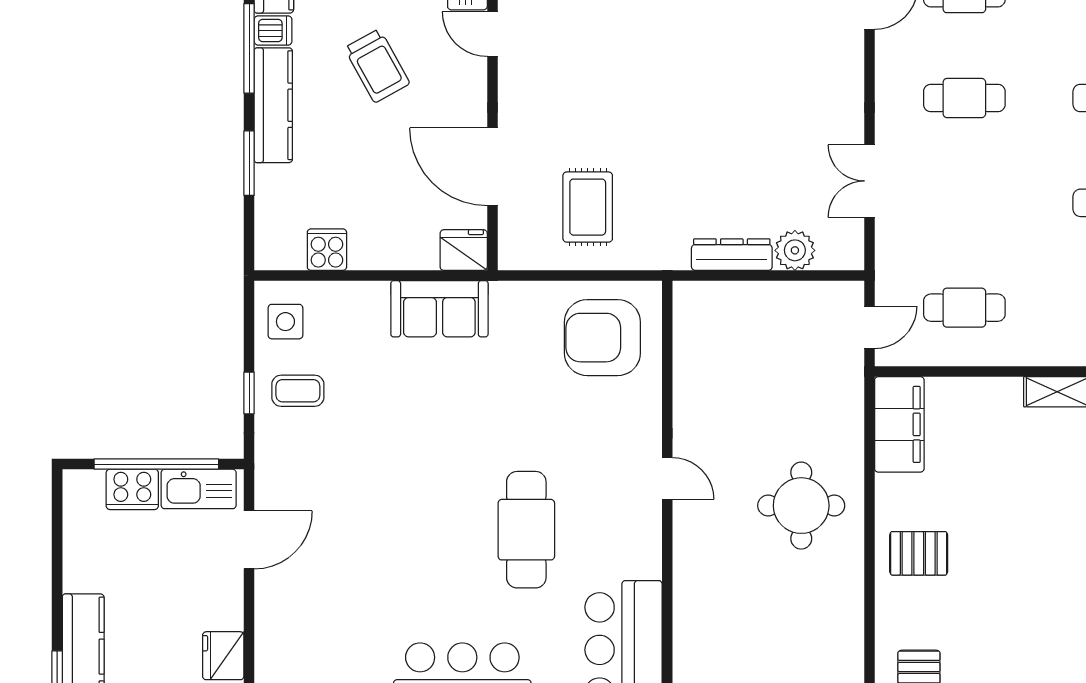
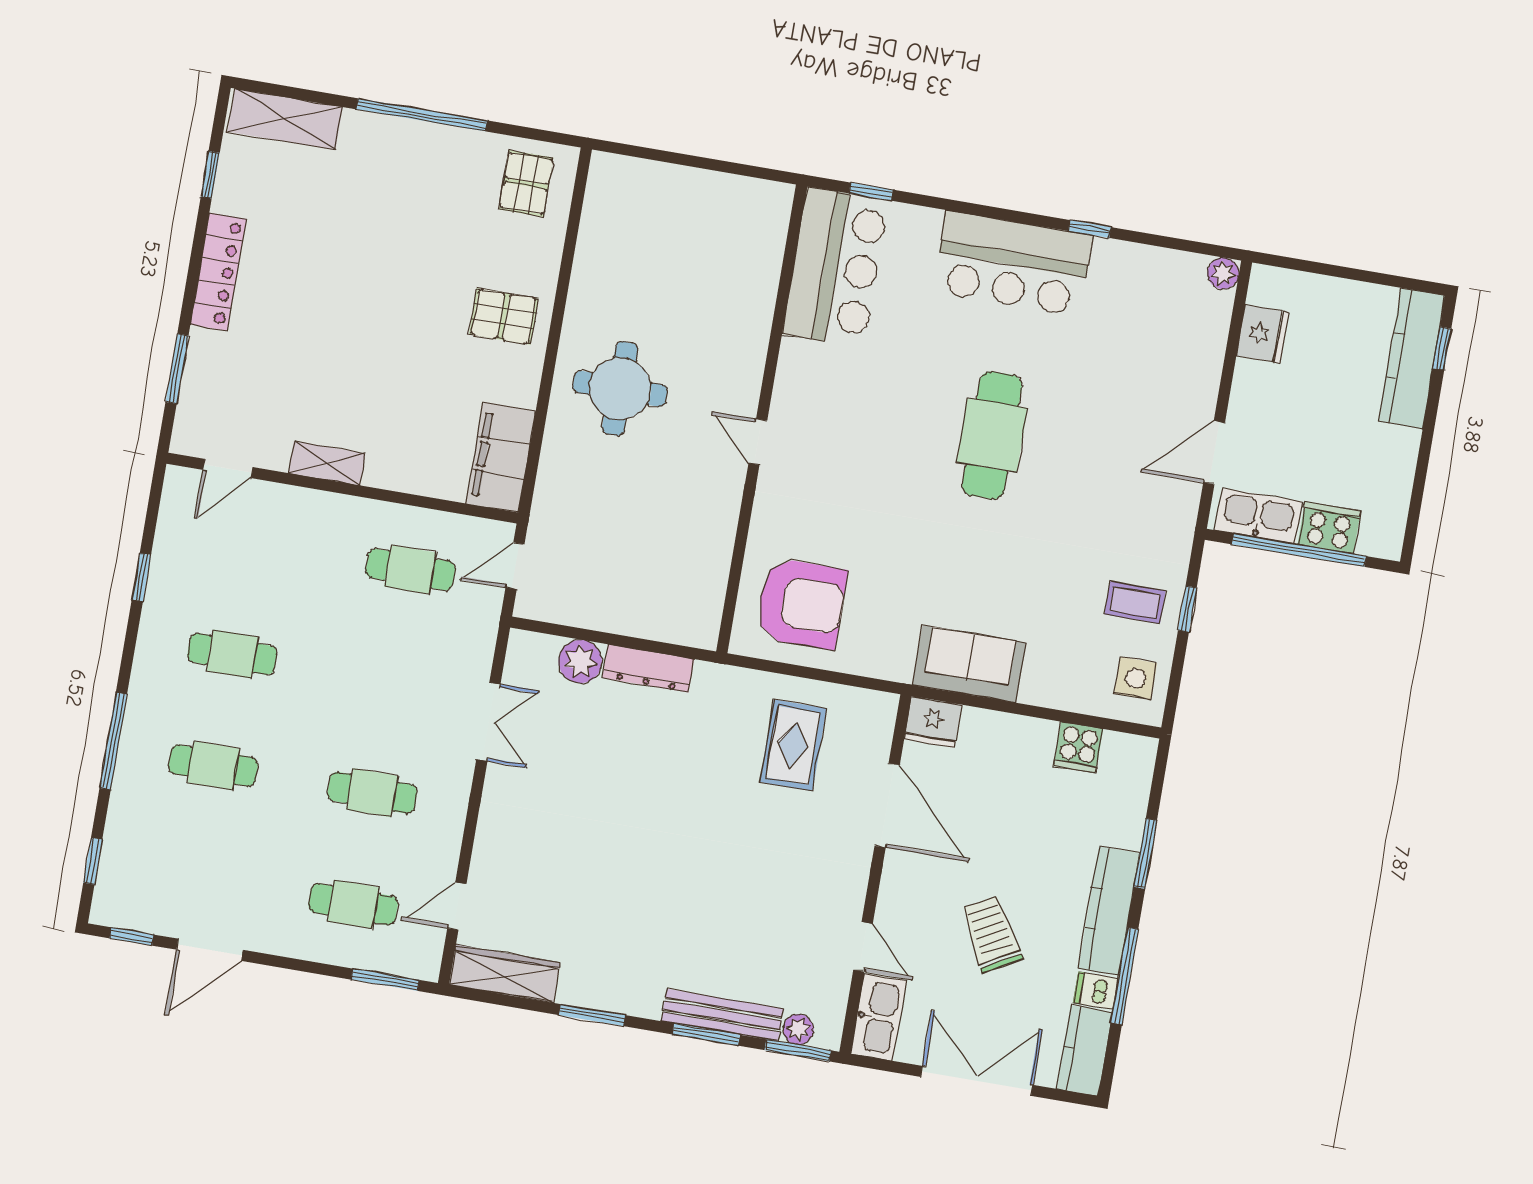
cafe table: (526, 530) -> (992, 435), moved

